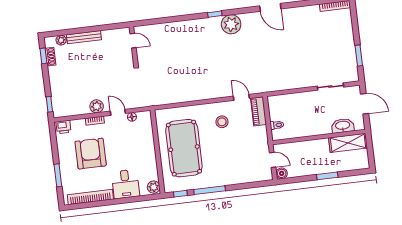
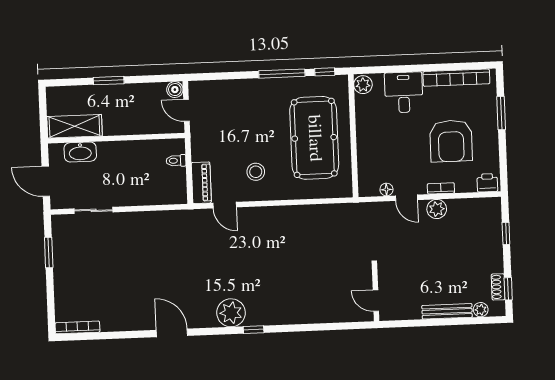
window: (49, 104) -> (506, 233), moved

